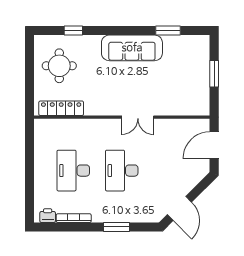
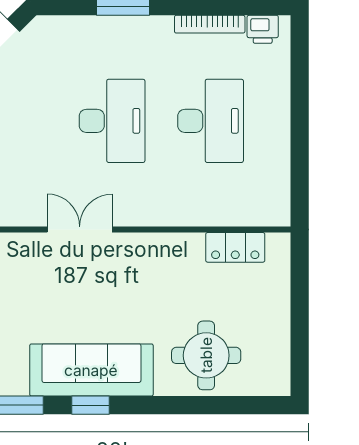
window: (73, 31) -> (90, 405), moved
round table: (59, 66) -> (206, 355), moved
locker: (61, 108) -> (235, 247), width x0.66

